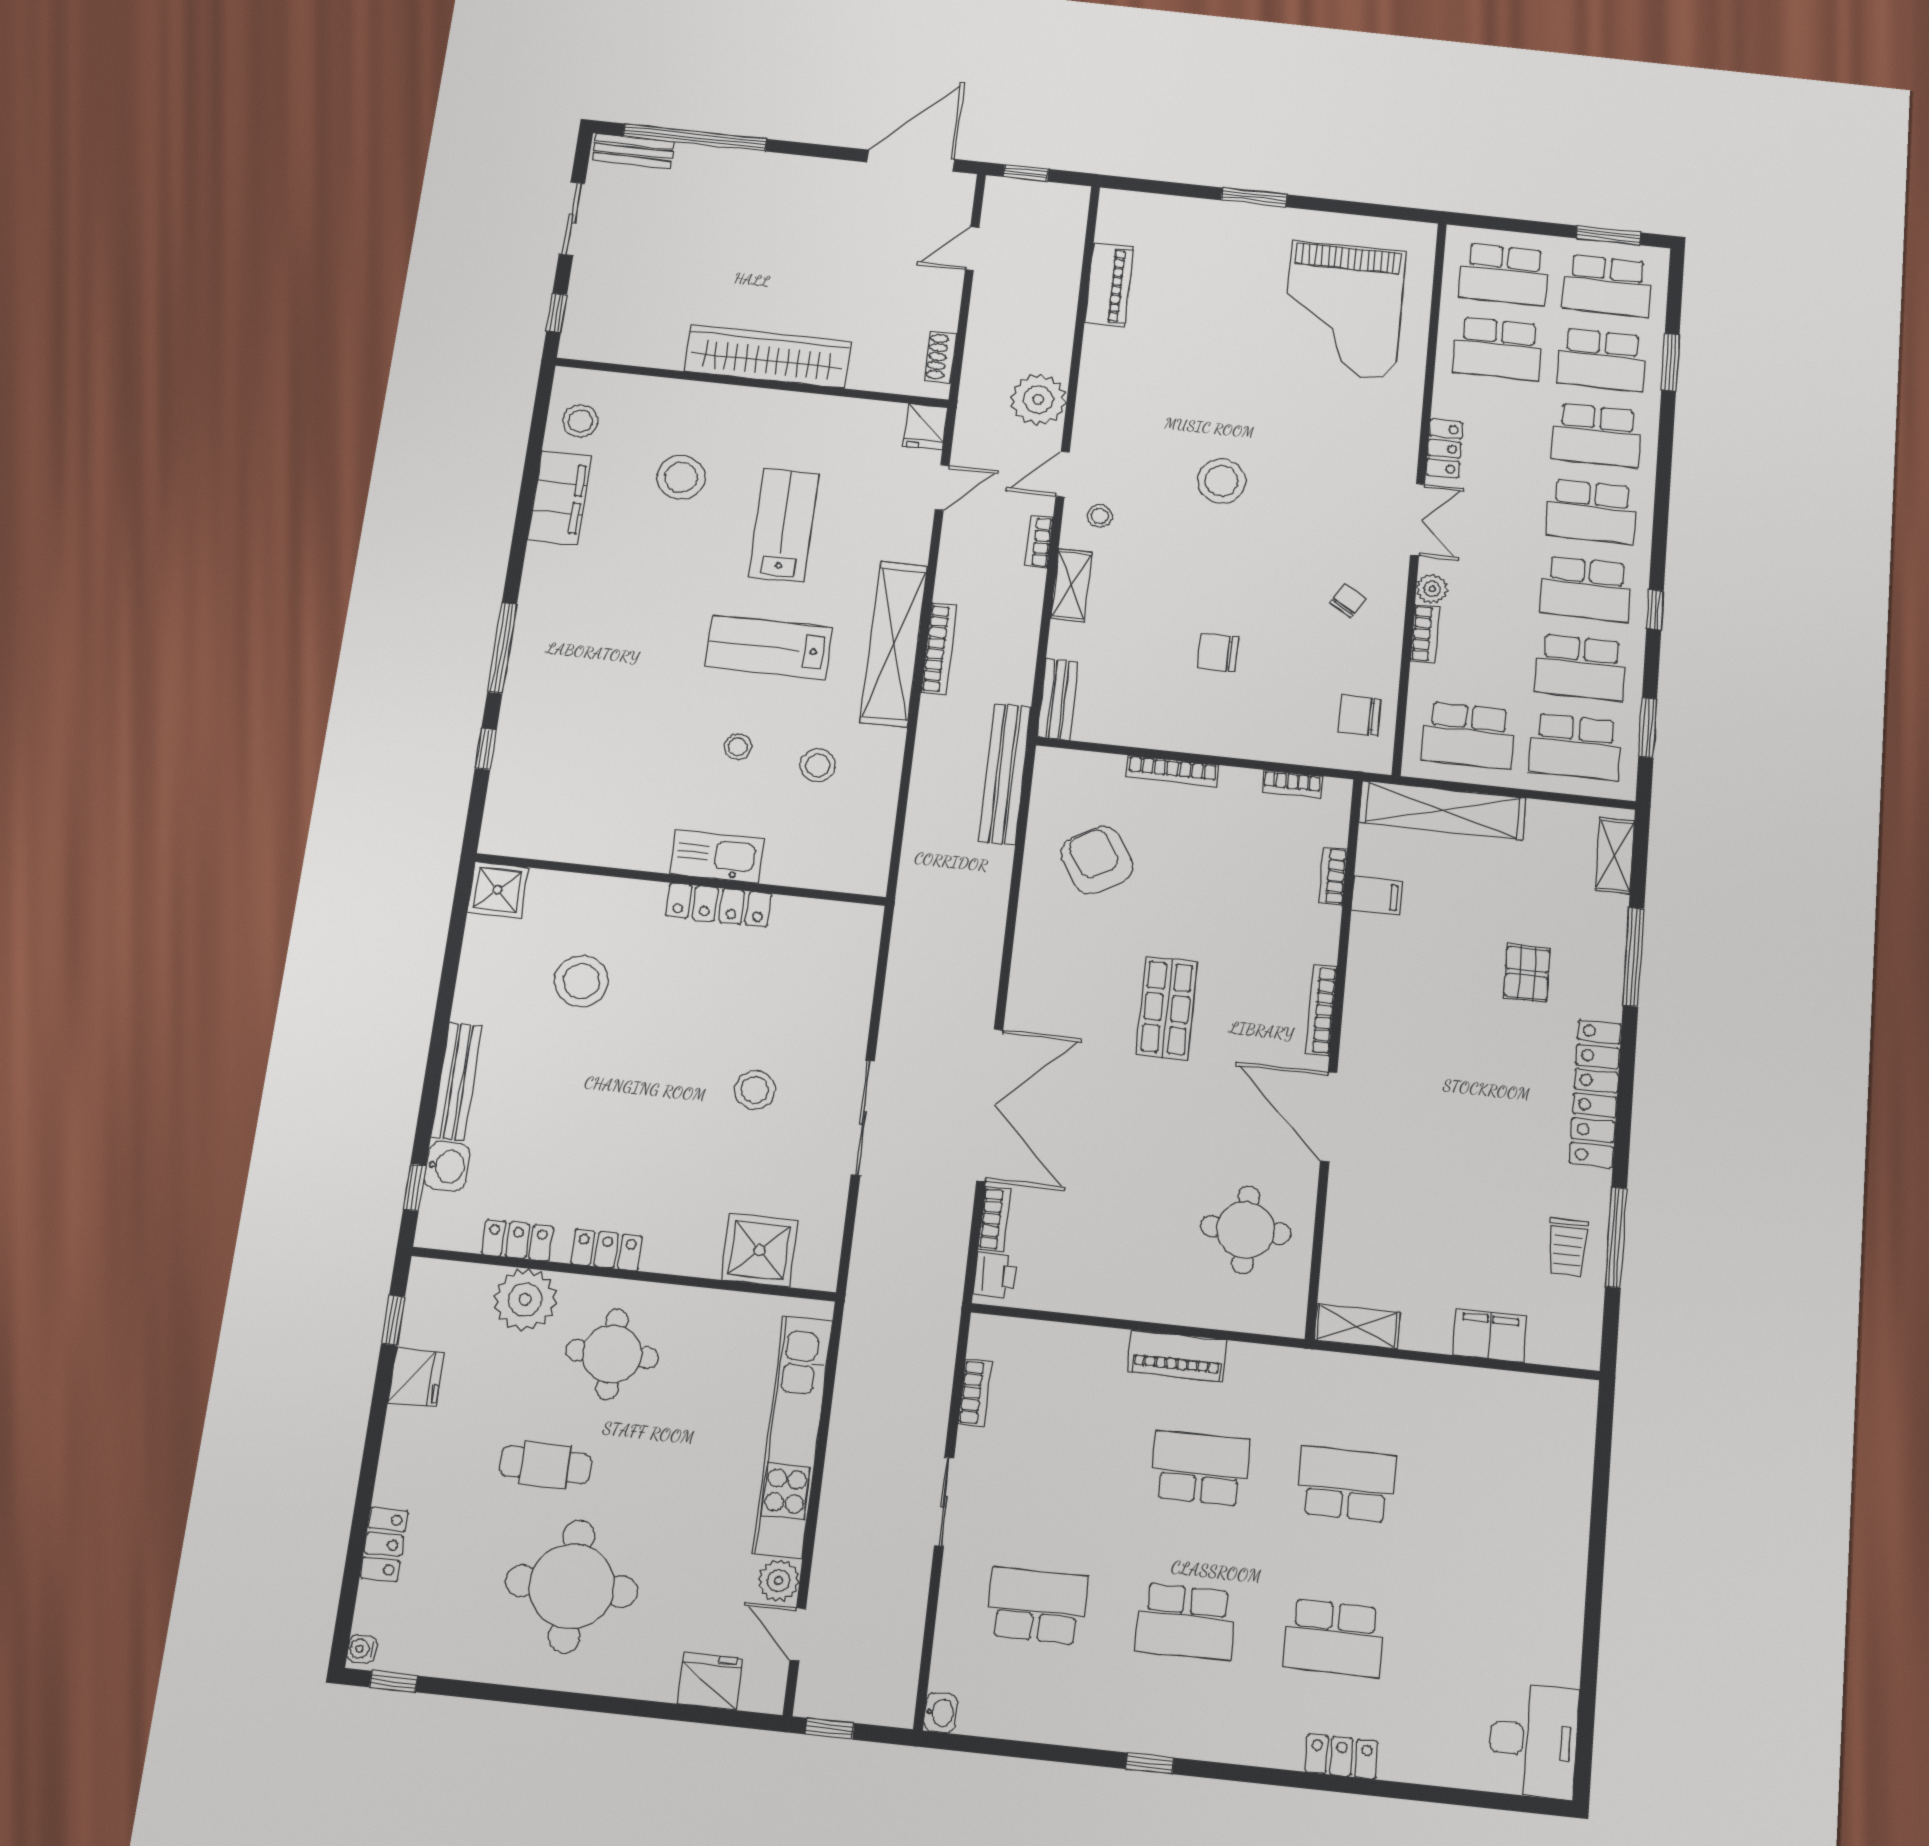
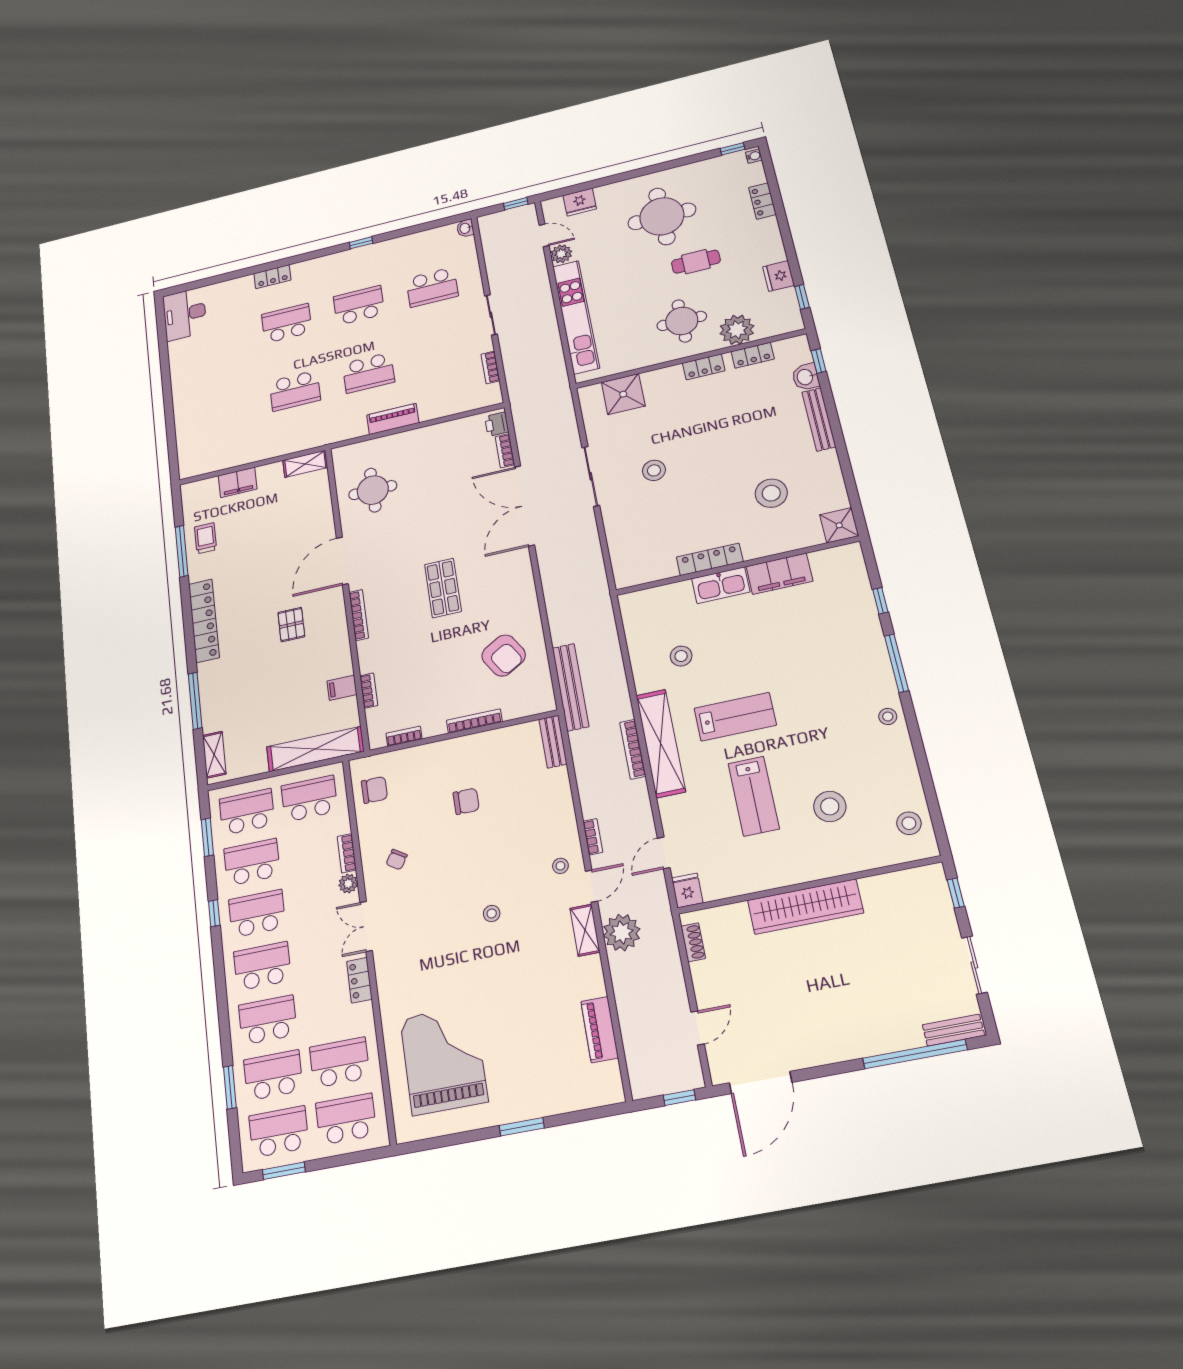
stool: (1222, 481) -> (492, 913), width x0.53, depth x0.53
filing cabinet: (560, 498) -> (779, 574), moved, turned -90
shelving: (1071, 585) -> (585, 930), moved
stool: (738, 747) -> (888, 717), moved
pallet: (1527, 973) -> (291, 625), moved
door: (1329, 1117) -> (342, 561), swing flipped

